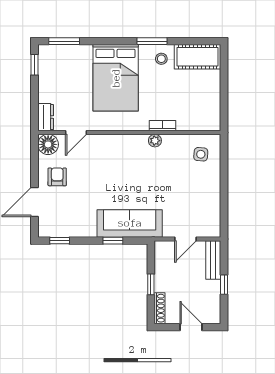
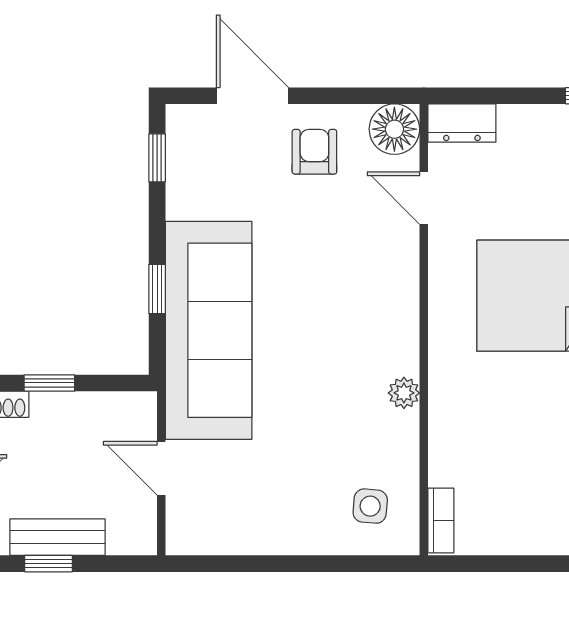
bookcase: (163, 126) -> (441, 520), moved
armchair: (57, 177) -> (314, 152), turned -90
sofa: (130, 223) -> (209, 330), width x1.36, depth x1.27
bench: (213, 260) -> (57, 537), moved

